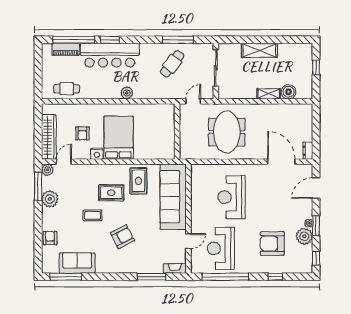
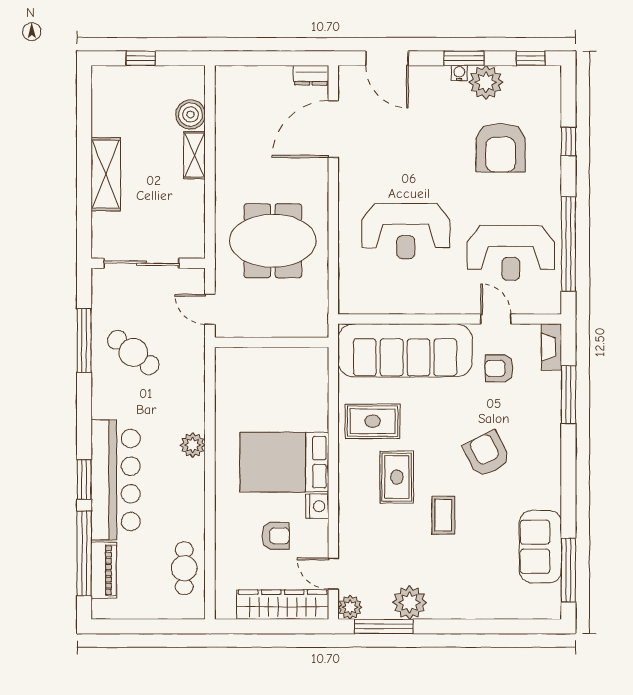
armchair: (50, 238) -> (499, 368), moved

